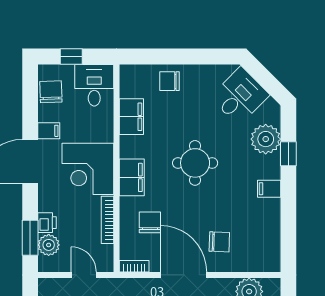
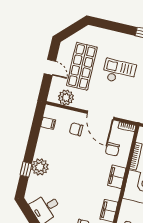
plant: (266, 139) -> (40, 167), moved
round table: (195, 163) -> (79, 177), removed
filing cabinet: (269, 189) -> (48, 123), moved

